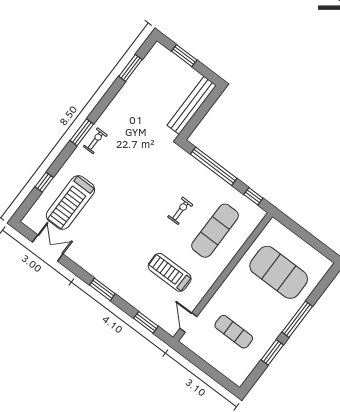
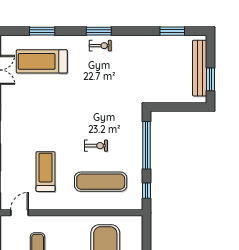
window: (184, 56) -> (211, 79), moved
bench: (192, 105) -> (200, 68), moved, turned 90
window: (44, 182) -> (42, 31), width x1.50

